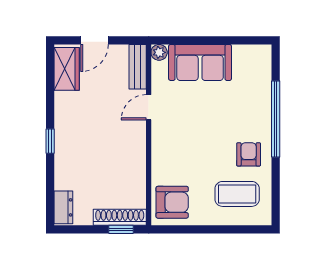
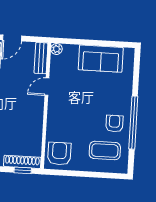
sofa: (200, 62) -> (101, 59), moved
window: (276, 119) -> (133, 123), moved
armchair: (172, 202) -> (59, 154), turned -90

